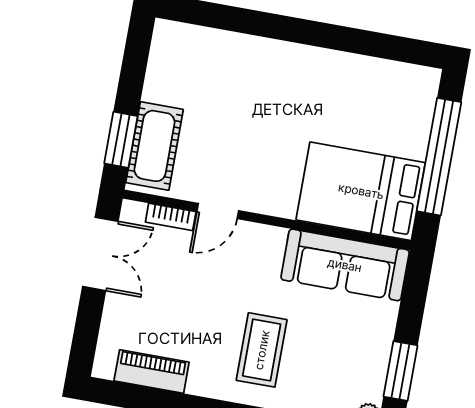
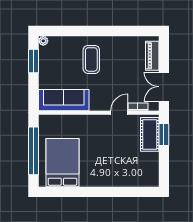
bed: (361, 191) -> (62, 163), moved, turned -90
piano: (152, 372) -> (152, 56), moved, turned 90

